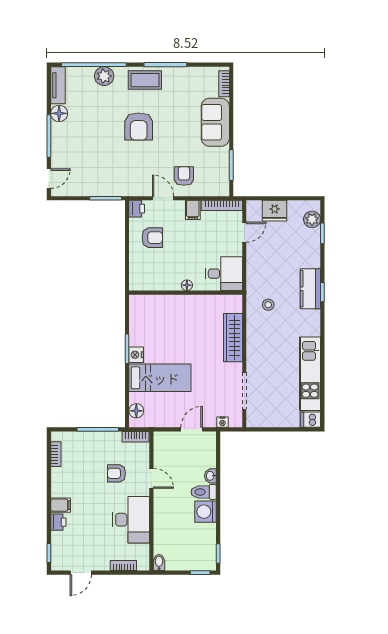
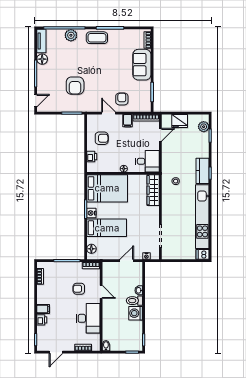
armchair: (139, 127) -> (75, 86), moved
printer: (137, 209) -> (92, 157), moved
bed: (161, 316) -> (107, 188), added
wardrobe: (233, 338) -> (153, 190), moved
kitchen unit: (310, 374) -> (202, 217), width x1.36

